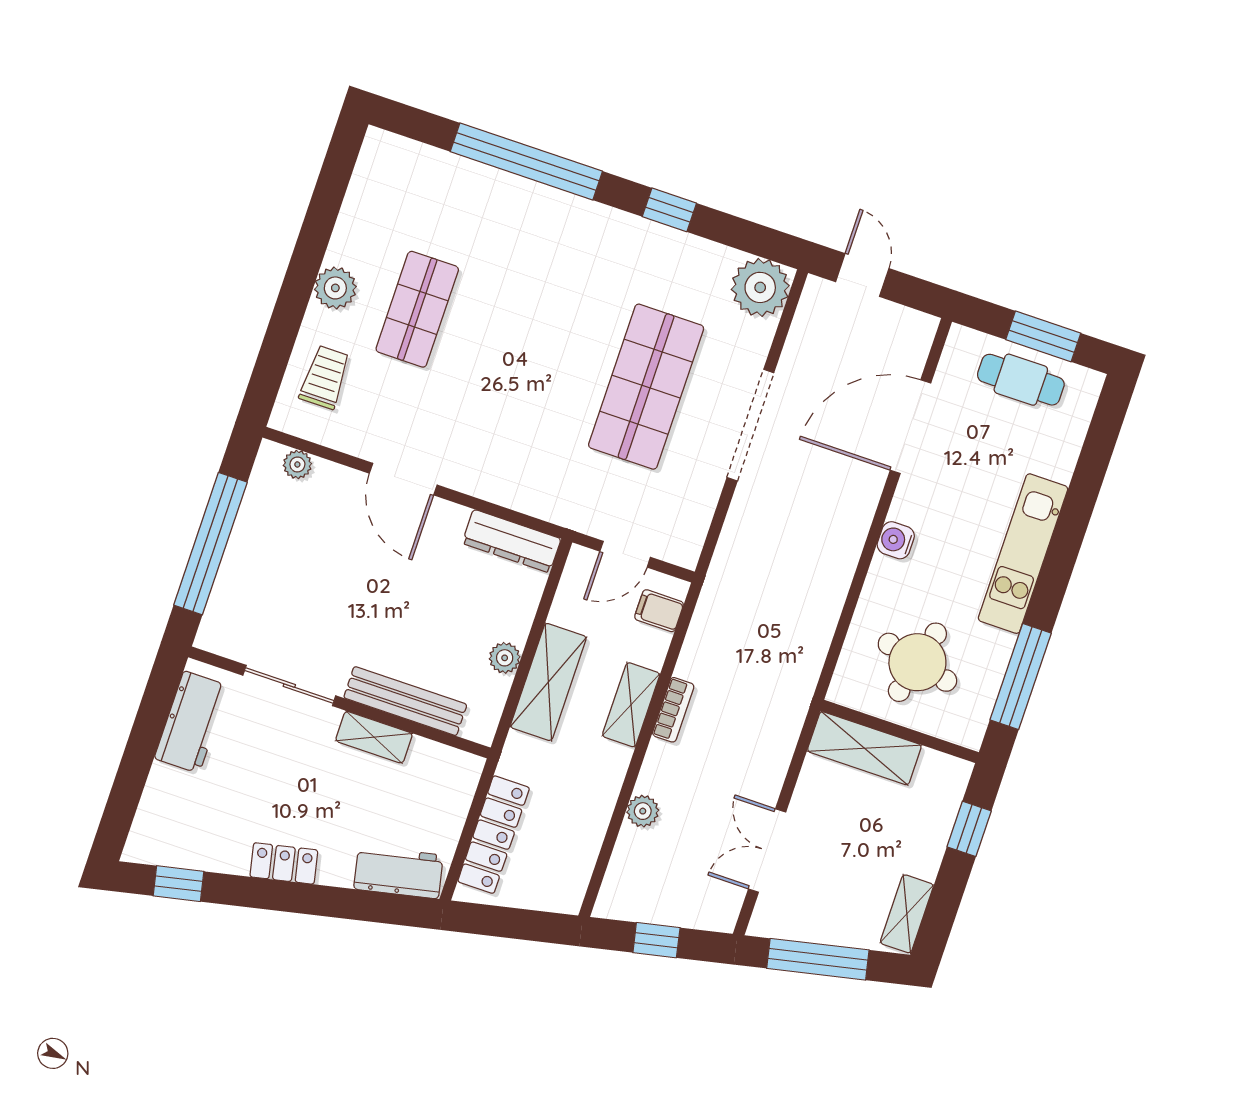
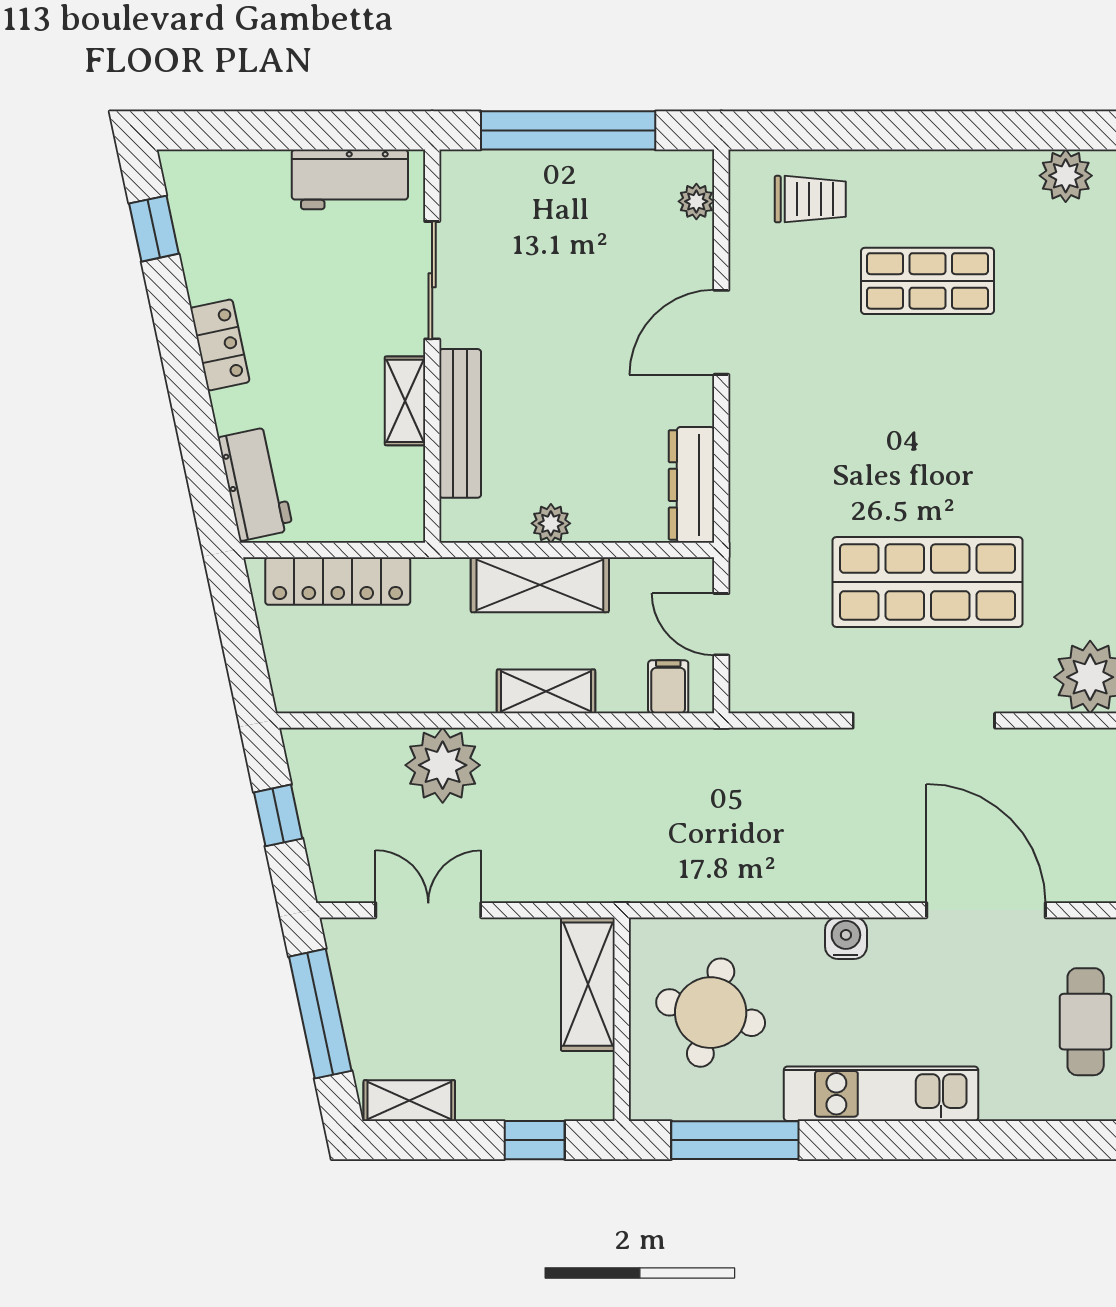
plant: (335, 288) -> (1066, 176), moved
bookcase: (673, 710) -> (557, 743), removed
plant: (643, 811) -> (443, 765), width x1.87, depth x1.87

